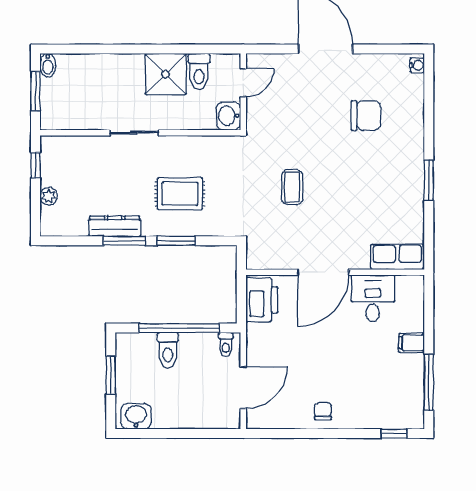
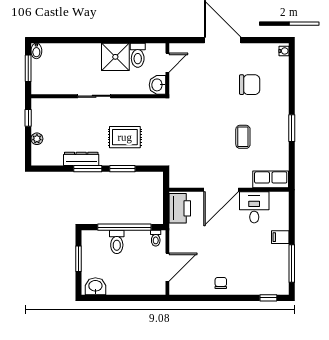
coffee table: (292, 187) -> (243, 137), moved

